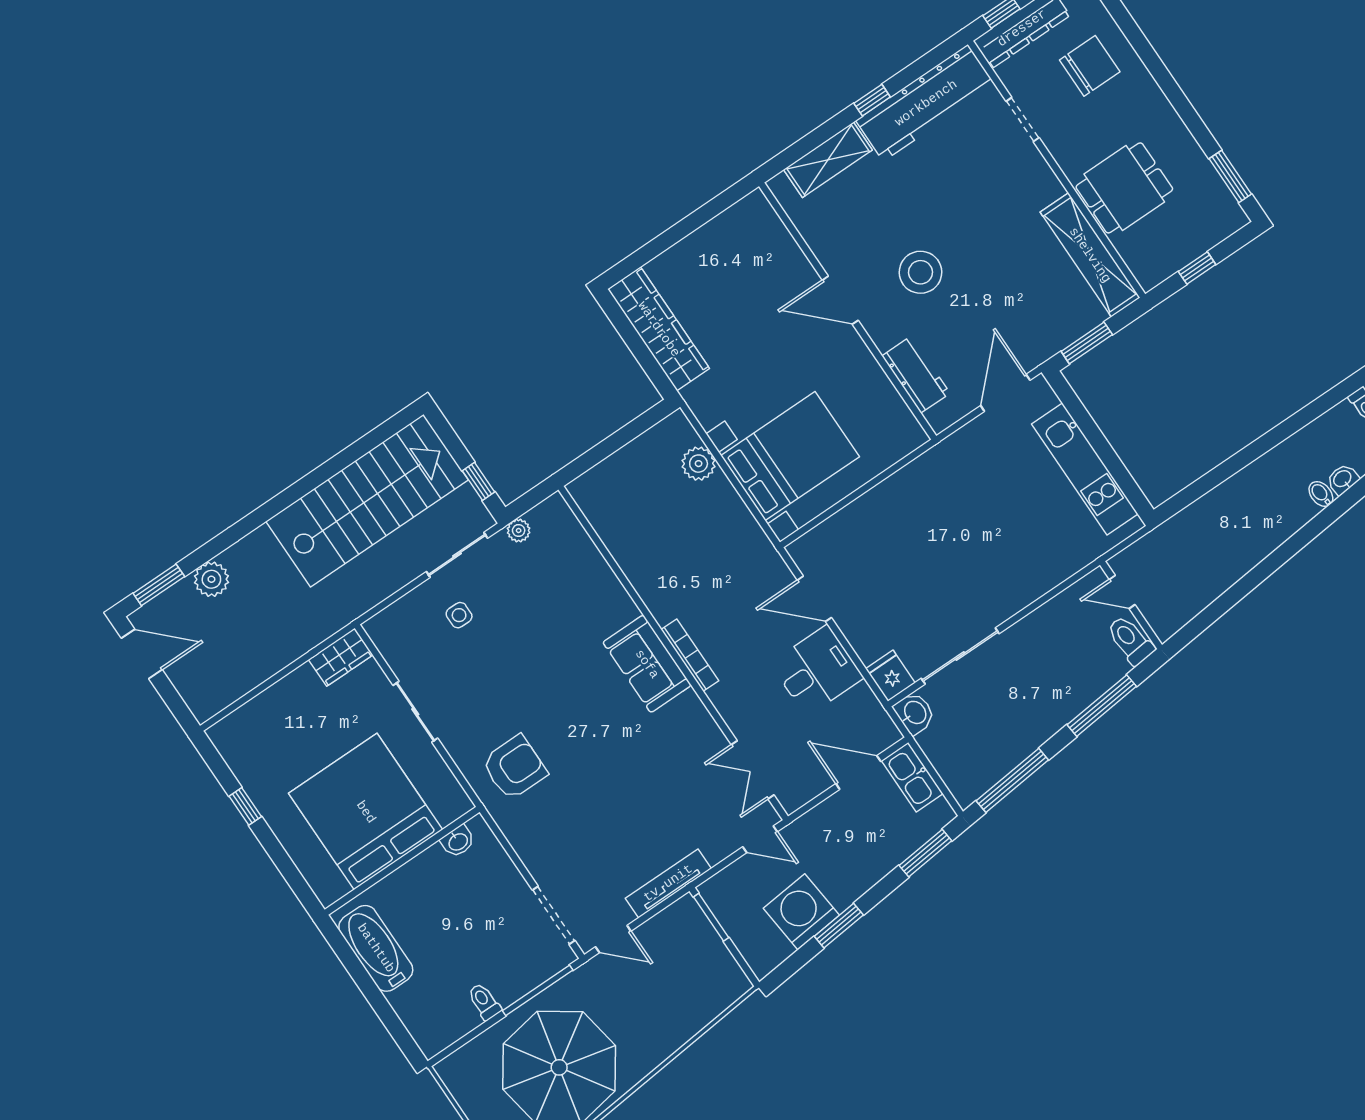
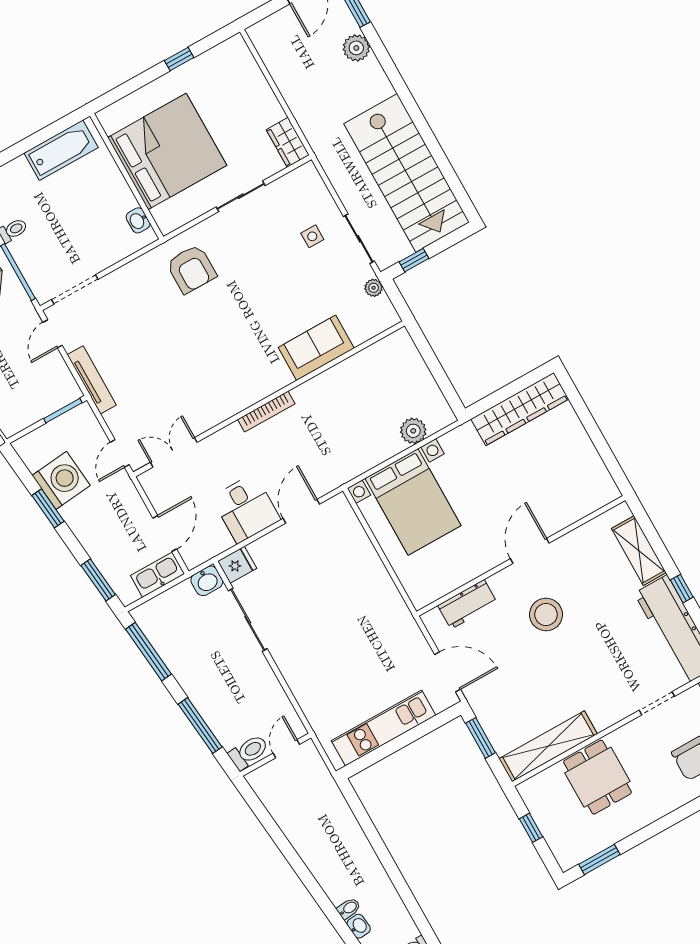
sofa: (647, 664) -> (316, 348), moved

